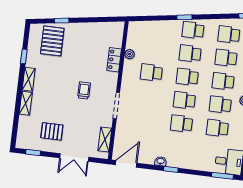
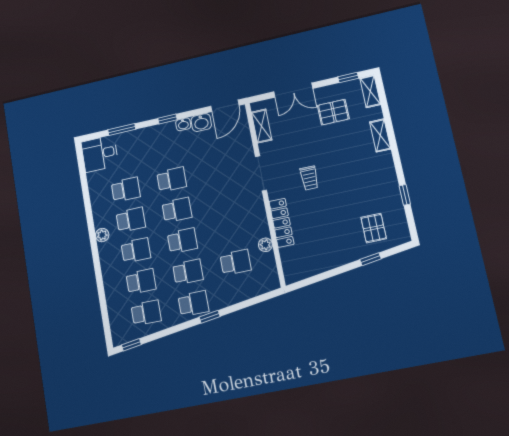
pallet: (52, 41) -> (374, 228), width x0.67, depth x0.71
locker: (114, 60) -> (281, 223), width x1.53
school desk: (151, 72) -> (236, 262), moved
shelving: (29, 79) -> (370, 91), moved
double door: (74, 158) -> (293, 90), swing flipped
washbasin: (147, 158) -> (201, 123), added
window: (222, 176) -> (122, 130), moved

